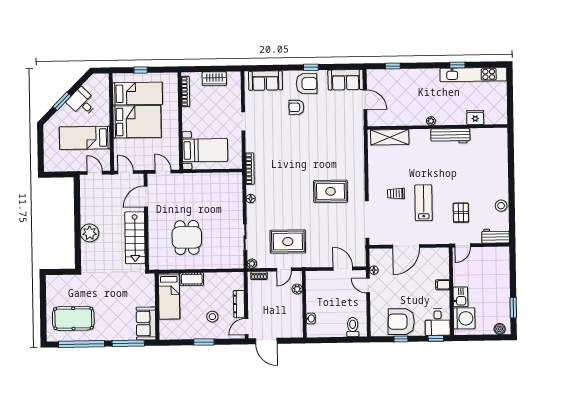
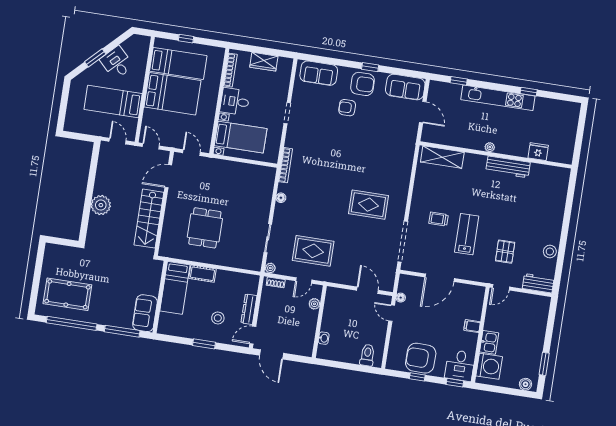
kitchen unit: (473, 75) -> (498, 98), moved
desk: (194, 119) -> (235, 101), added

